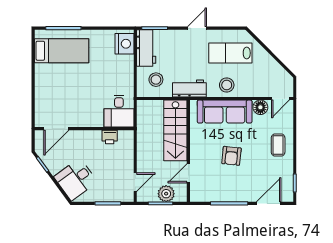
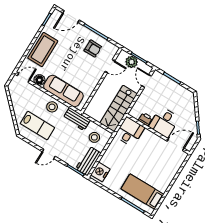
stairs: (175, 130) -> (119, 108), moved, turned 180
coffee table: (278, 145) -> (43, 50), width x1.86, depth x1.72
armchair: (231, 156) -> (93, 49), moved, turned 84
desk: (76, 179) -> (164, 122), moved, turned 126
door: (135, 182) -> (147, 81), hinge flipped

